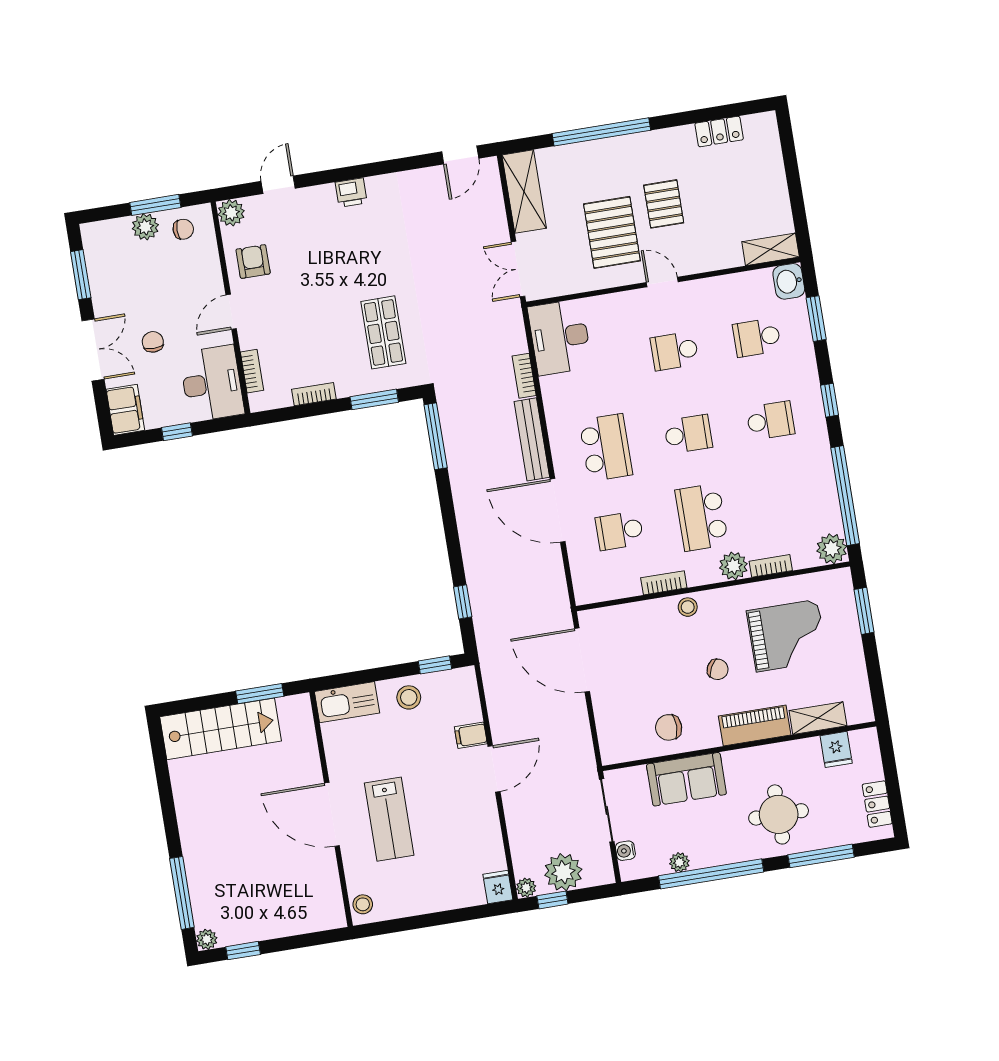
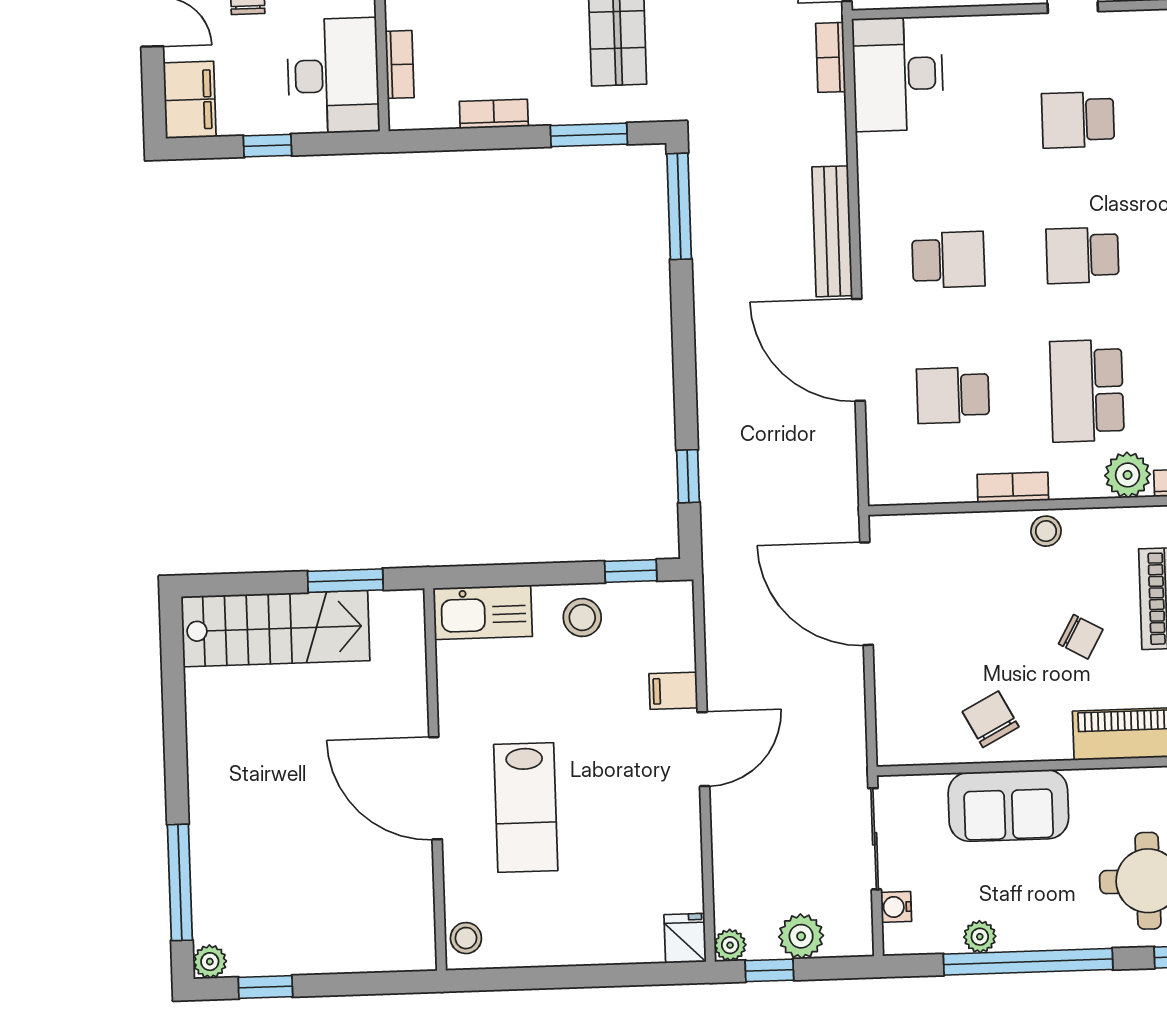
bookcase: (524, 376) -> (831, 57), moved
school desk: (688, 434) -> (1082, 255), turned 180
school desk: (606, 448) -> (948, 260), width x0.54
chair: (669, 727) -> (991, 719), turned 62
plant: (563, 872) -> (801, 936), width x0.73, depth x0.73

